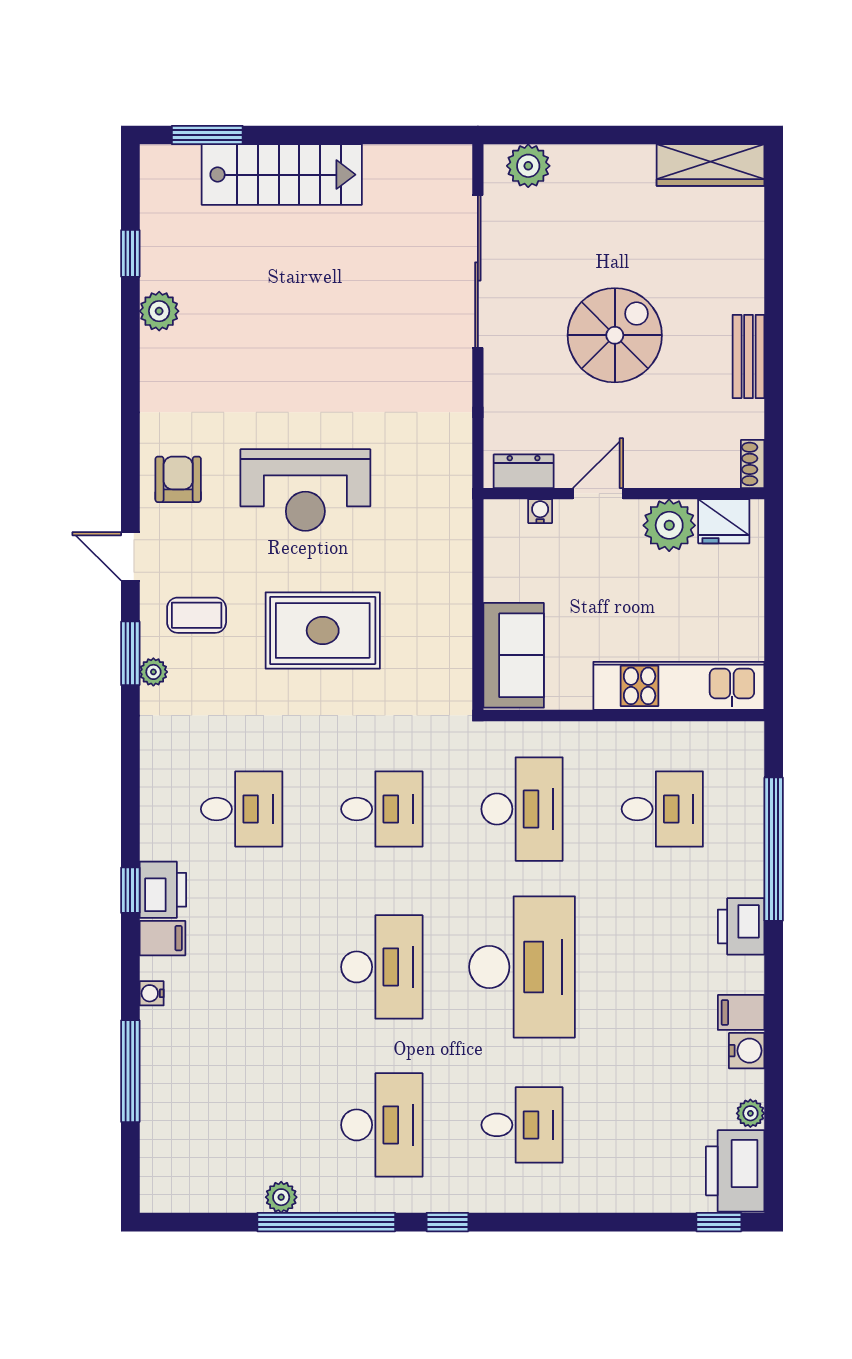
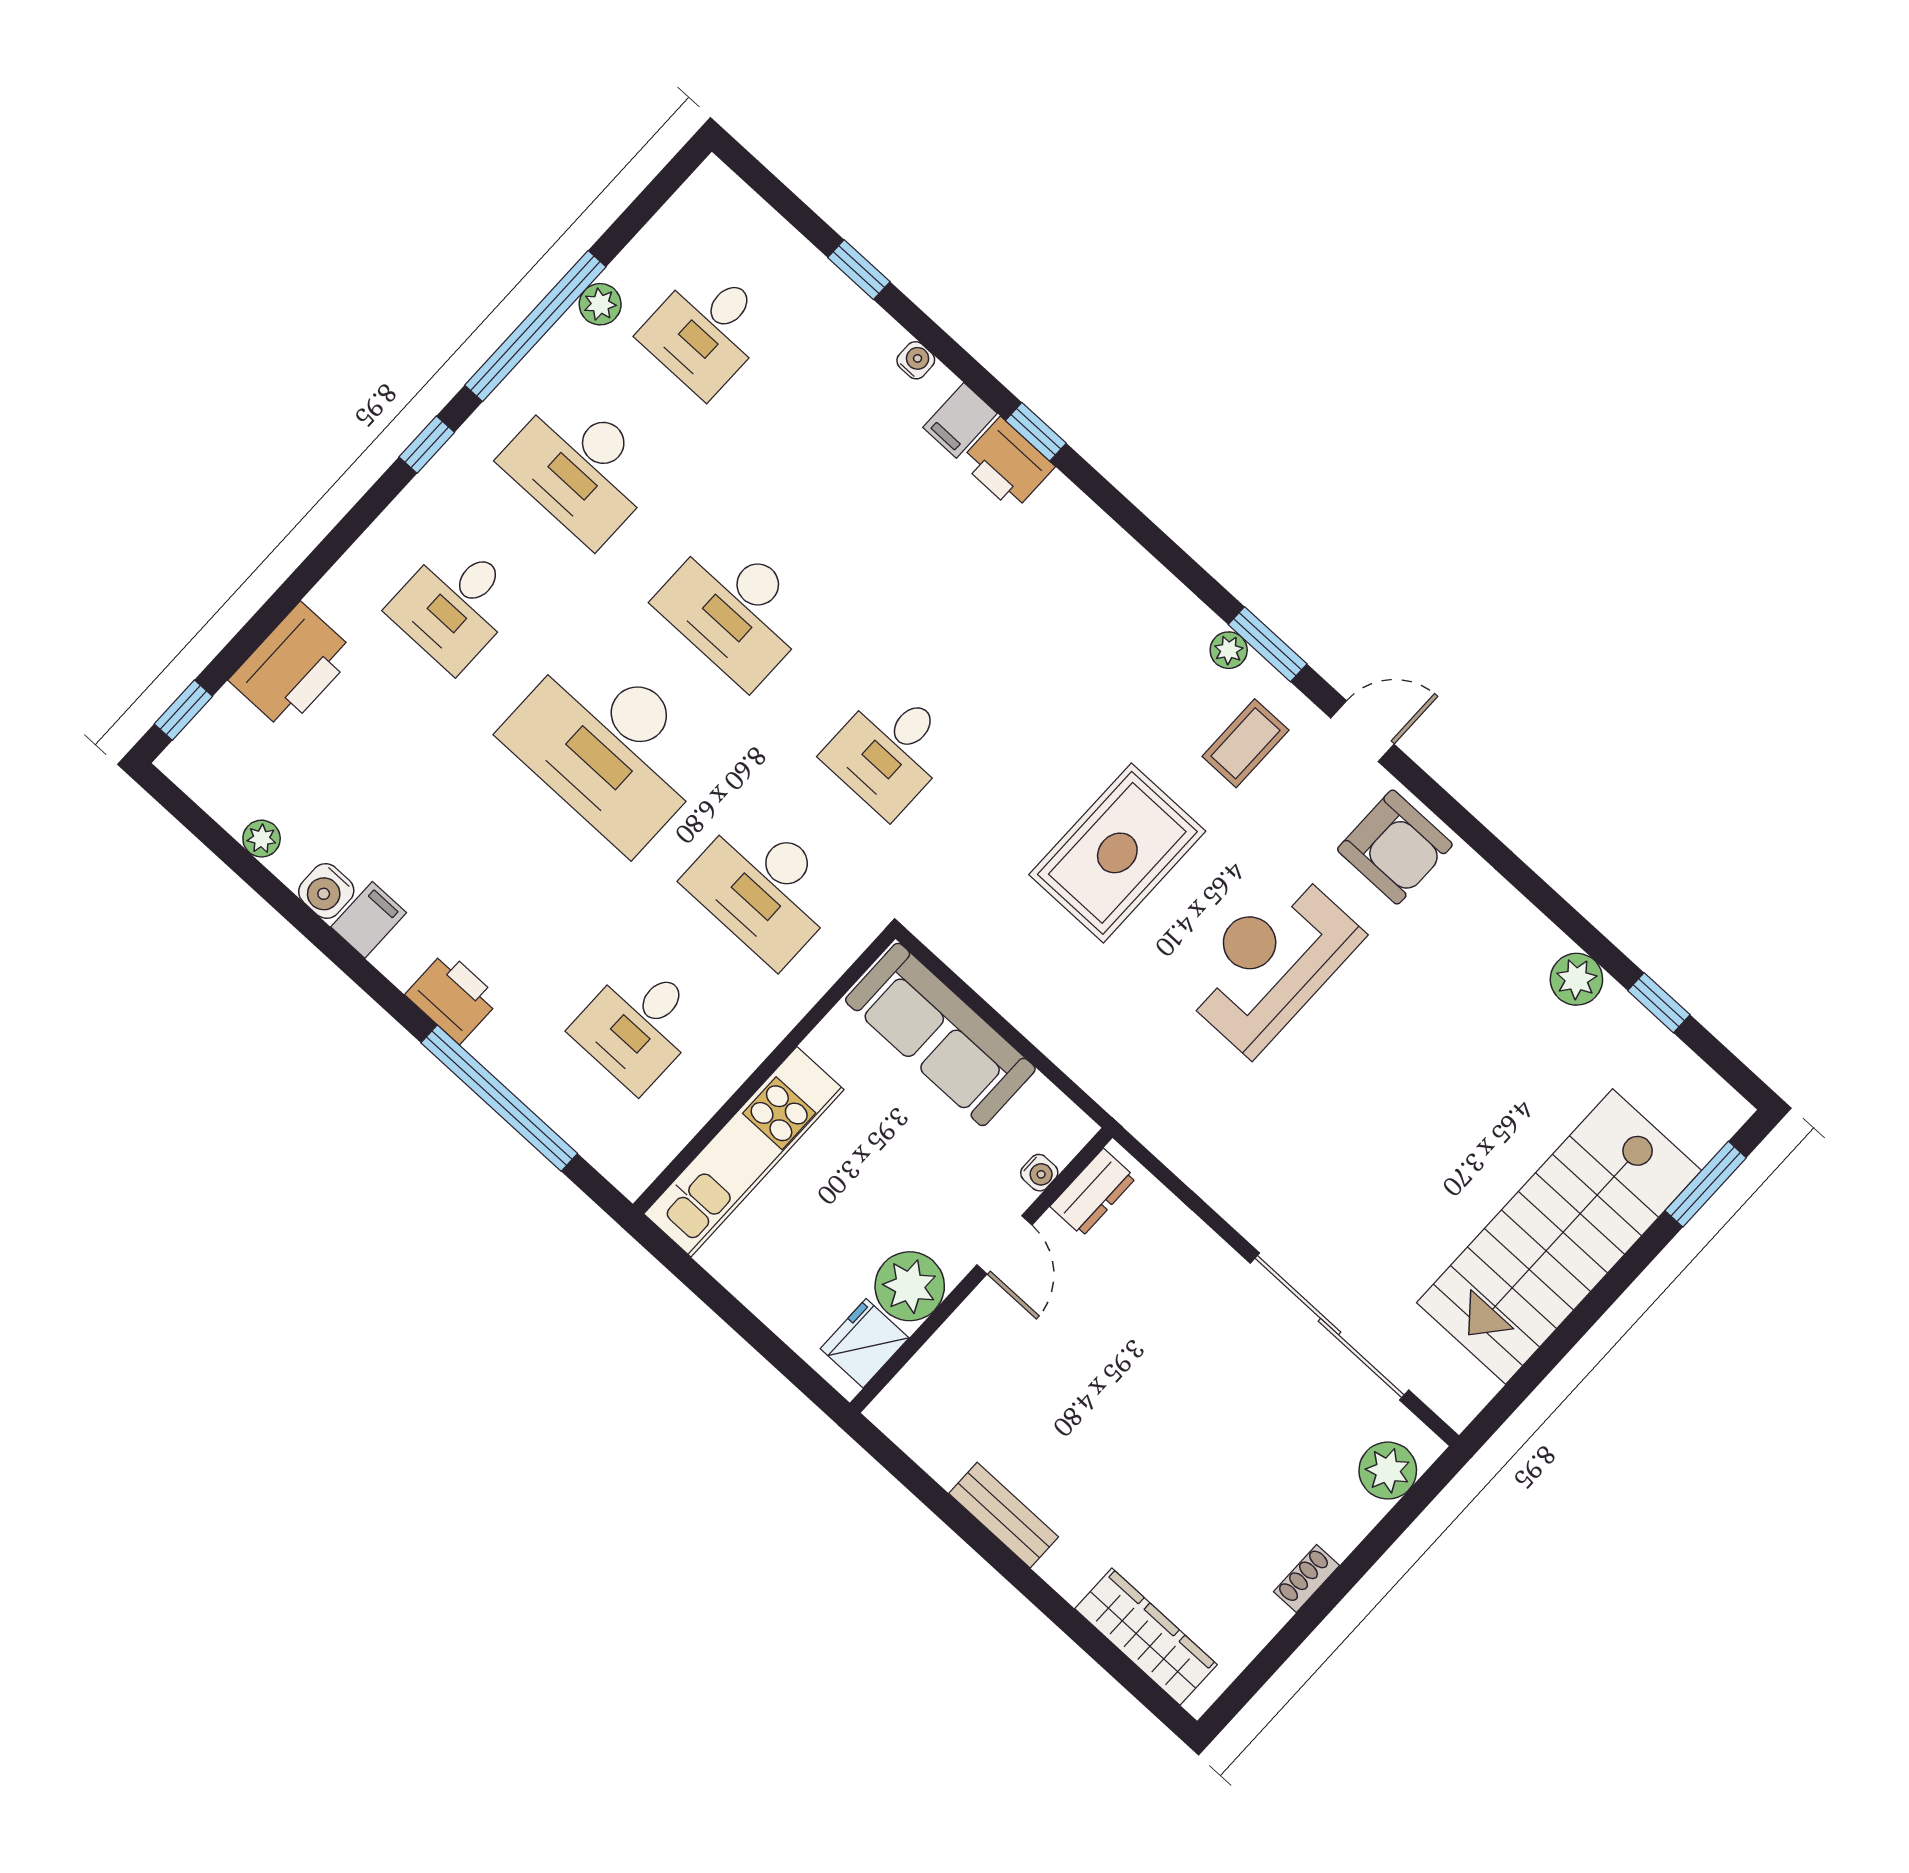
wardrobe: (711, 165) -> (1146, 1637), moved, turned 90
stairs: (282, 175) -> (1559, 1236), width x1.36, depth x1.51
spiral stairs: (615, 335) -> (1144, 1403), removed
shoe rack: (753, 464) -> (1306, 1579), moved, turned -90
armchair: (178, 479) -> (1395, 847), width x1.38, depth x1.38
sofa: (514, 655) -> (940, 1034), width x1.36
desk: (242, 809) -> (706, 330), moved
window: (130, 1071) -> (859, 270), width x0.46
printer: (735, 1171) -> (293, 667), moved, turned 90

